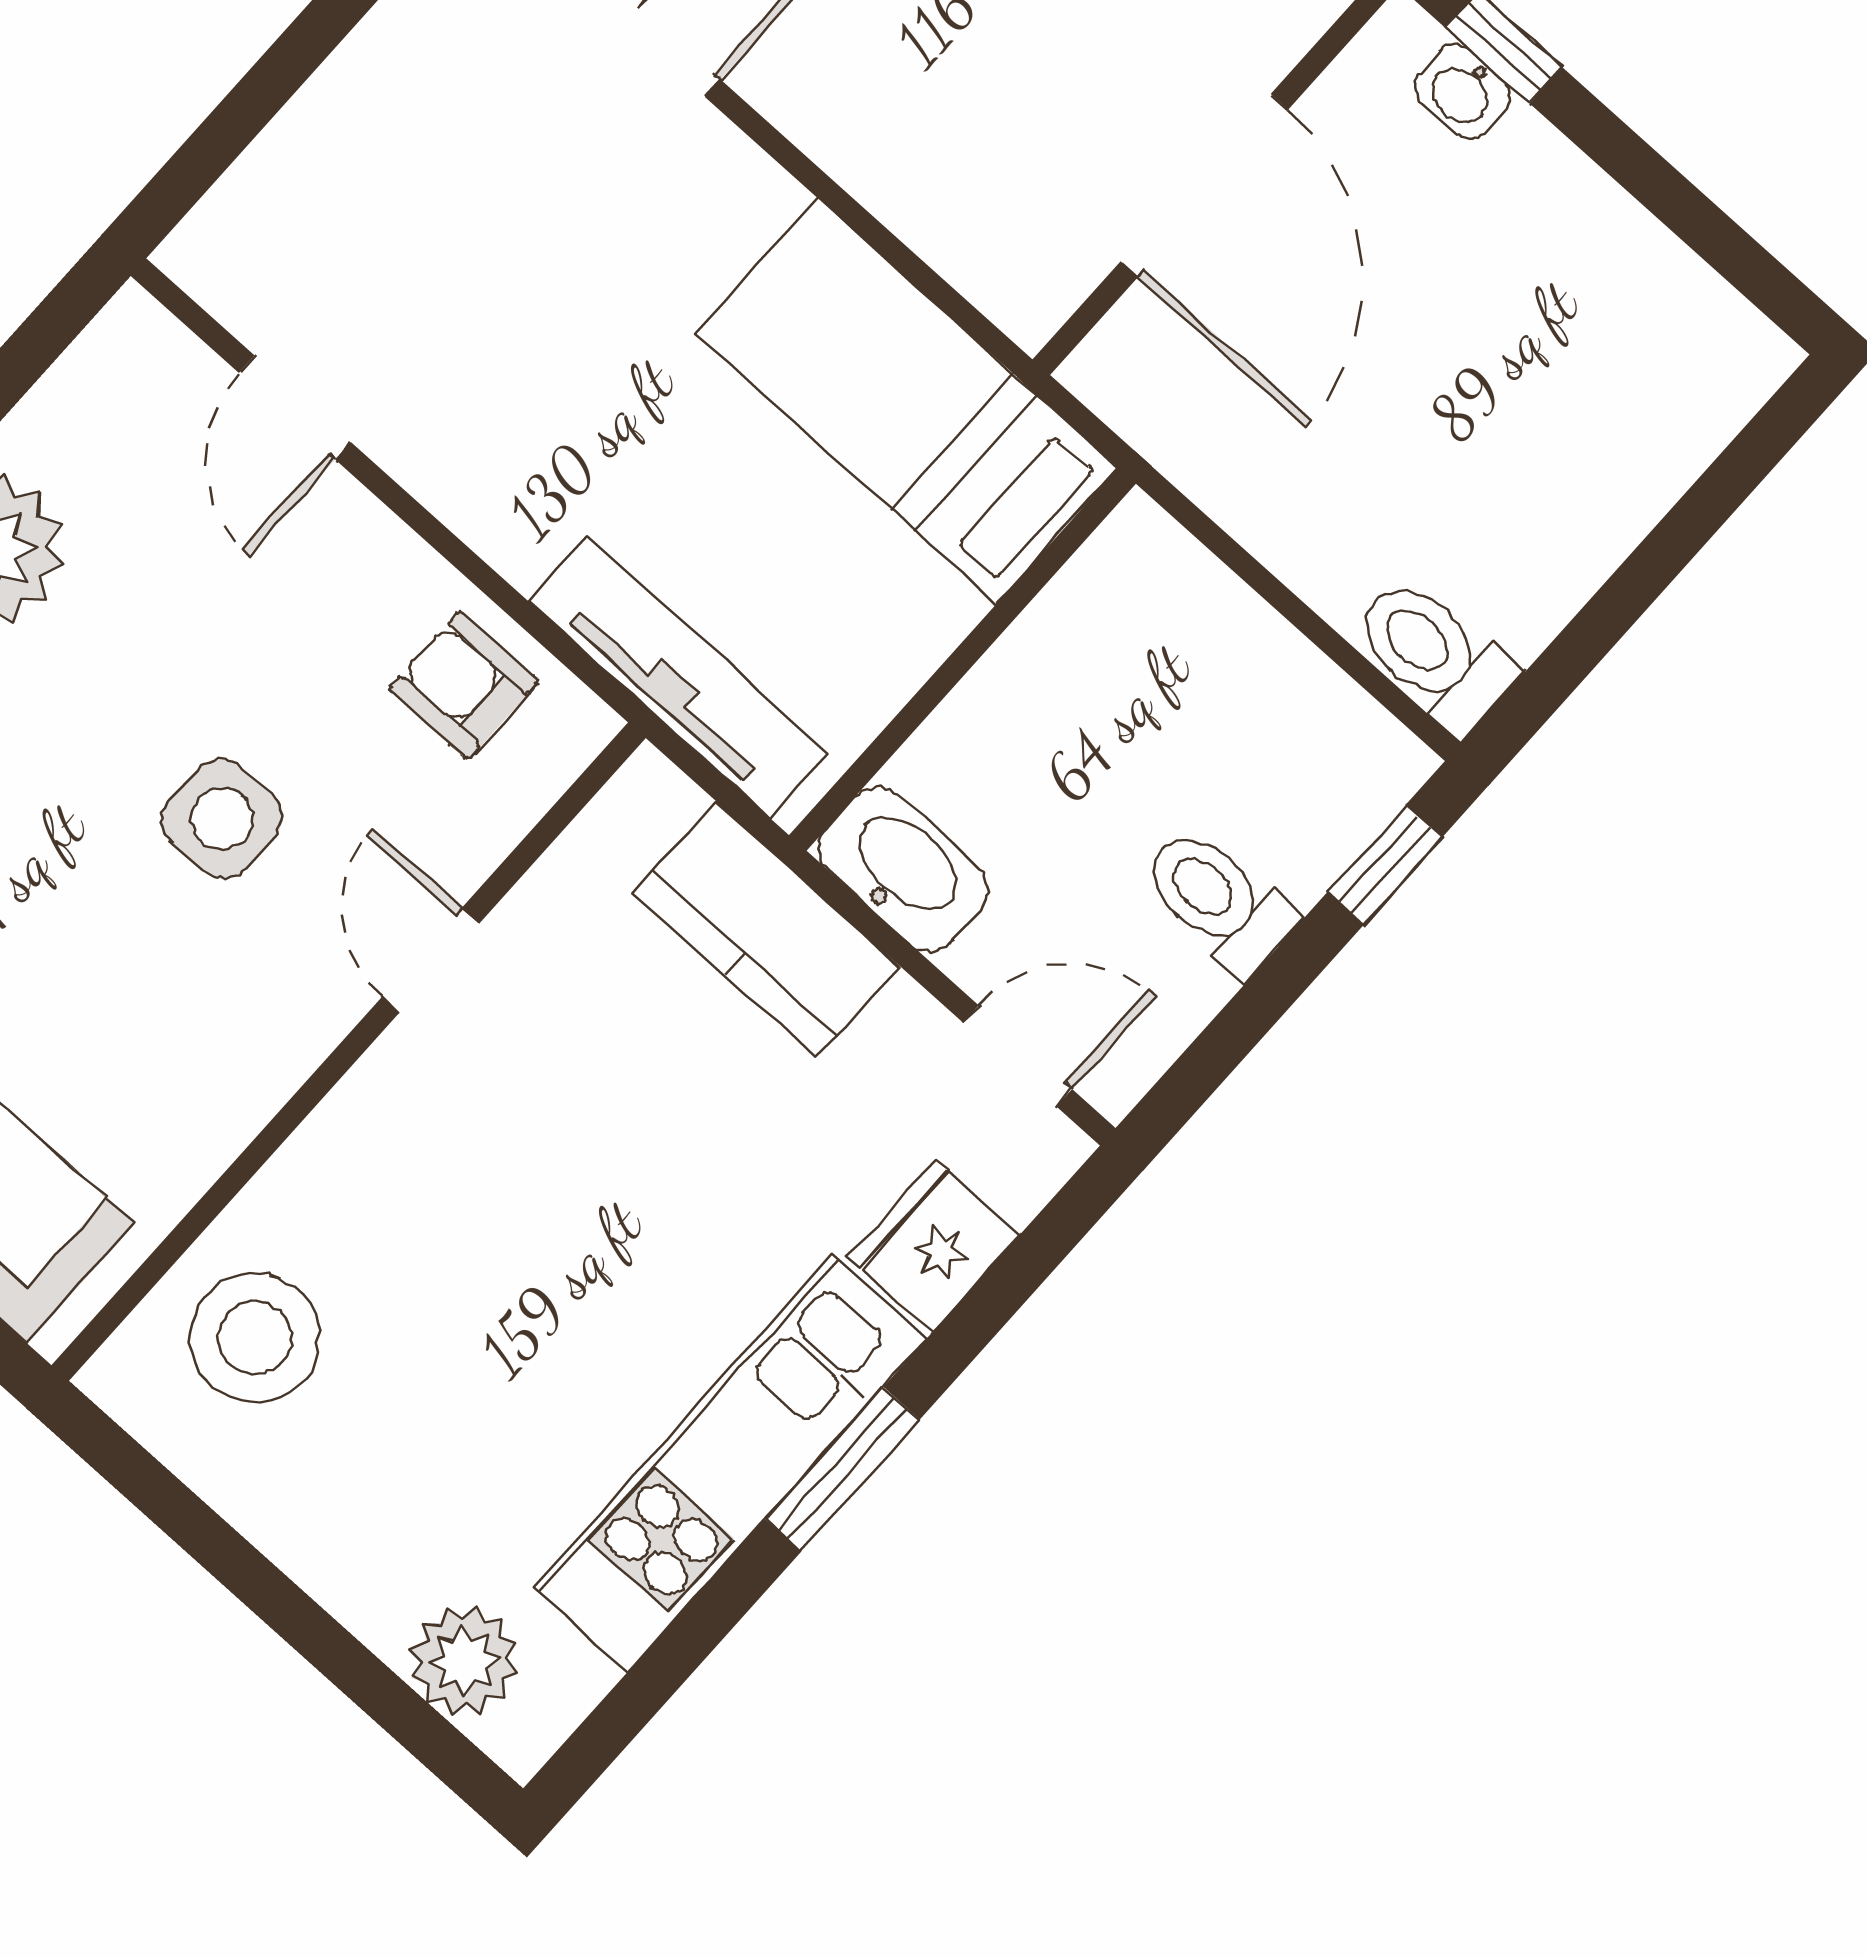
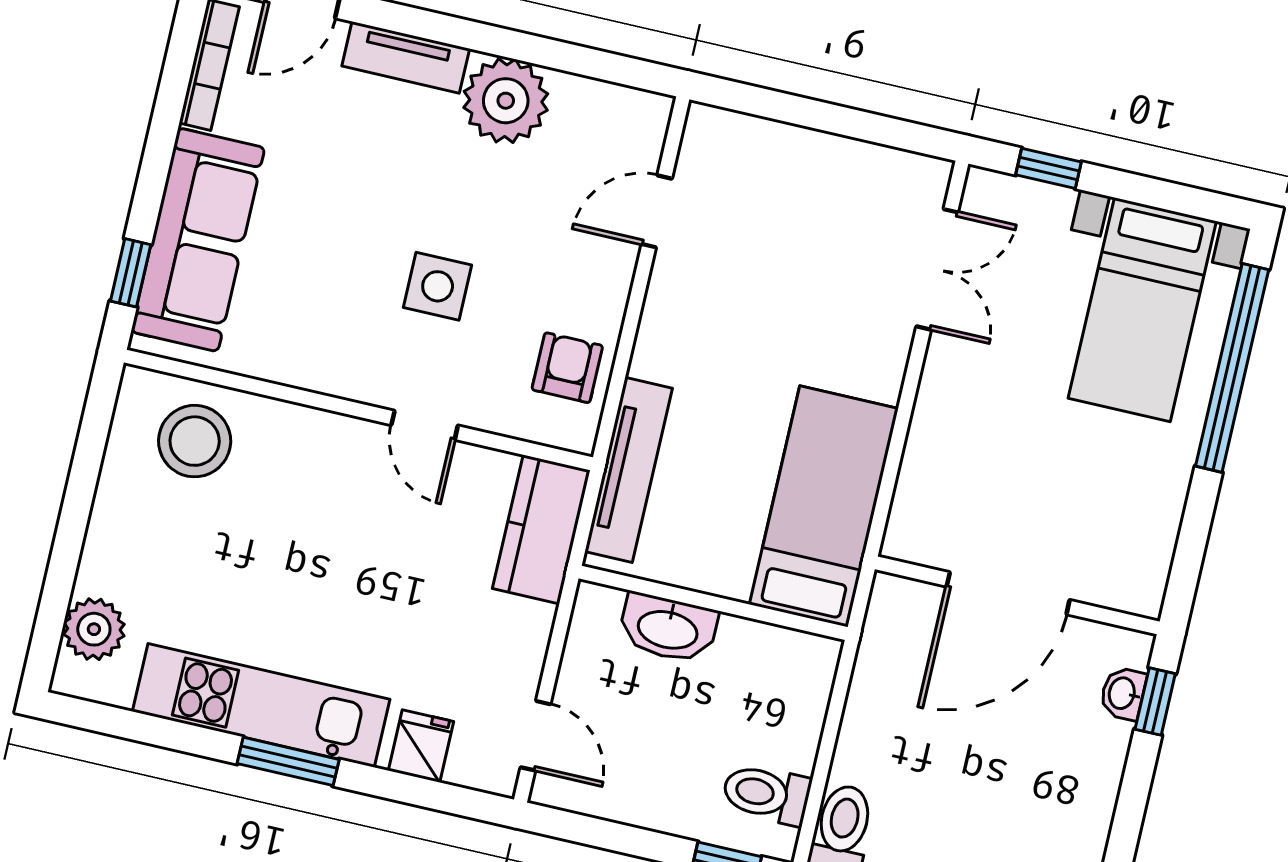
washbasin: (903, 869) -> (668, 628), moved, turned 90
toilet: (1218, 901) -> (766, 794), moved, turned -90
kitchen counter: (766, 930) -> (541, 529), moved
door: (430, 961) -> (425, 425), swing flipped
fridge: (934, 1246) -> (421, 746), width x0.72

